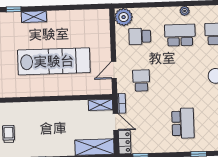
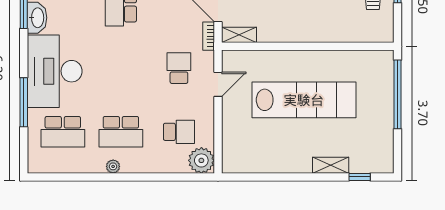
lab bench: (54, 61) -> (304, 100), turned 180
school desk: (141, 80) -> (179, 68), turned 180

